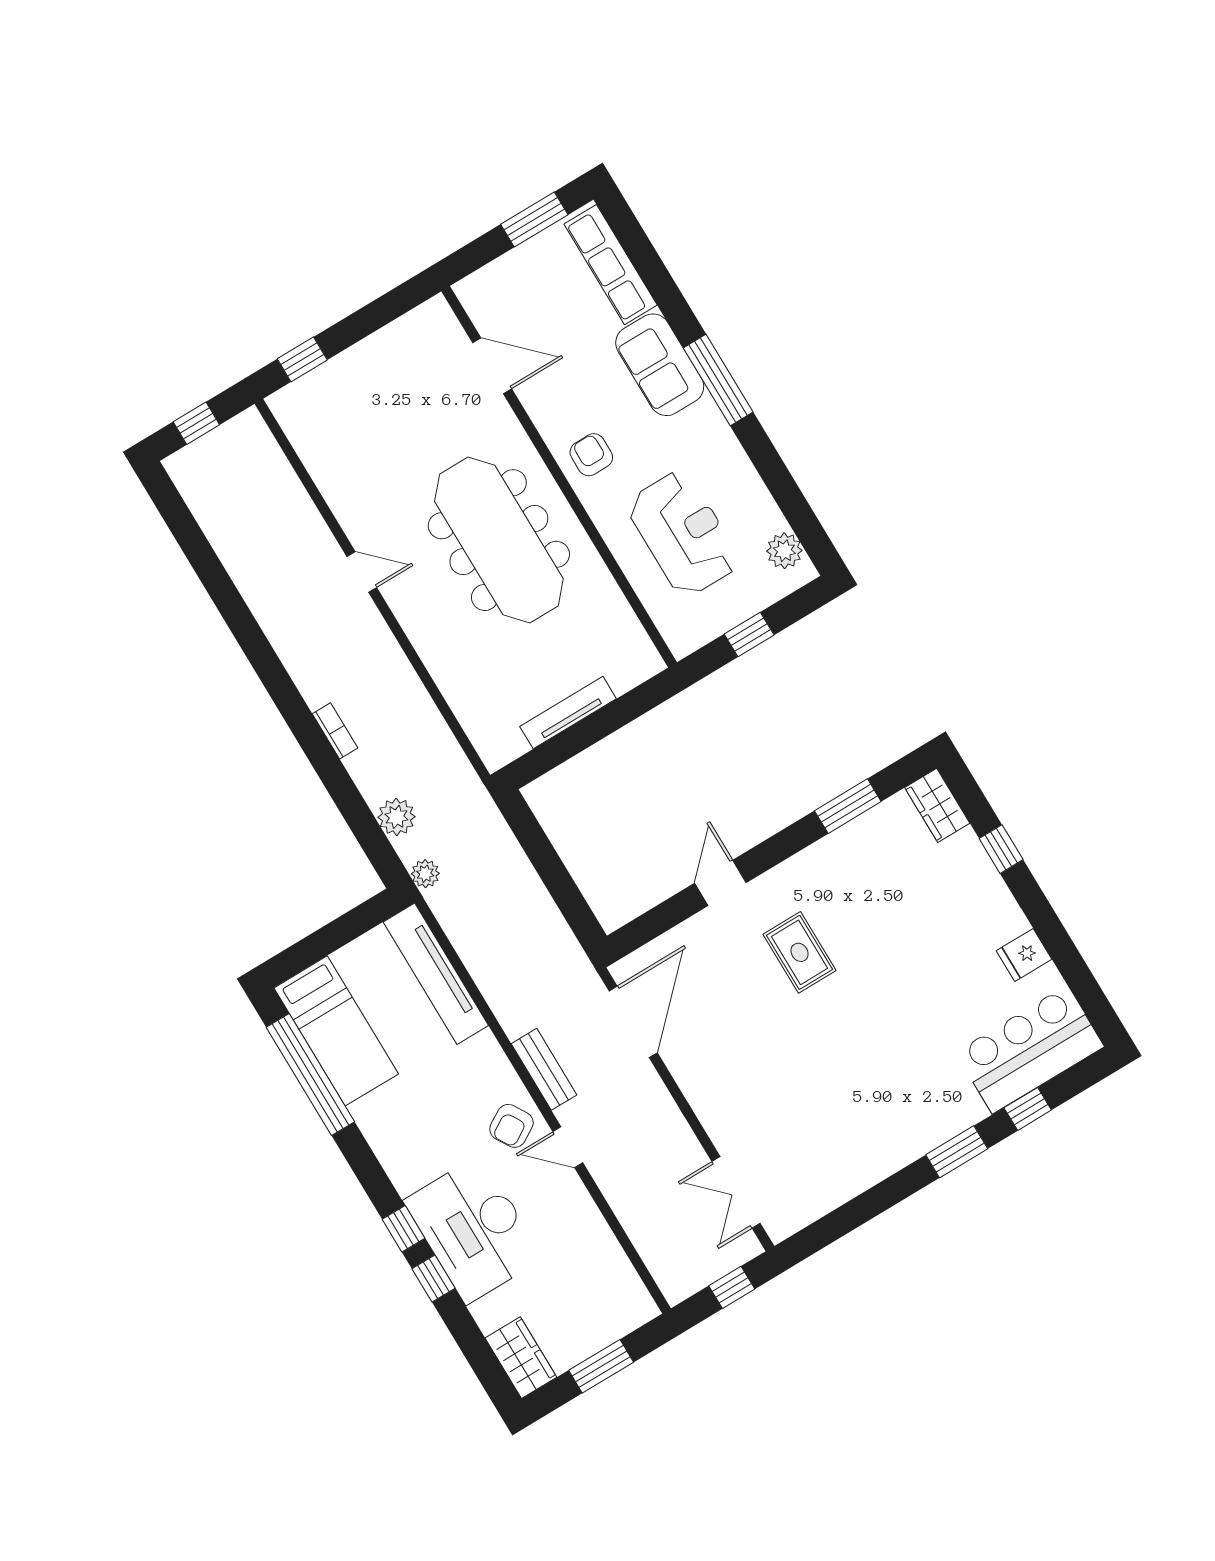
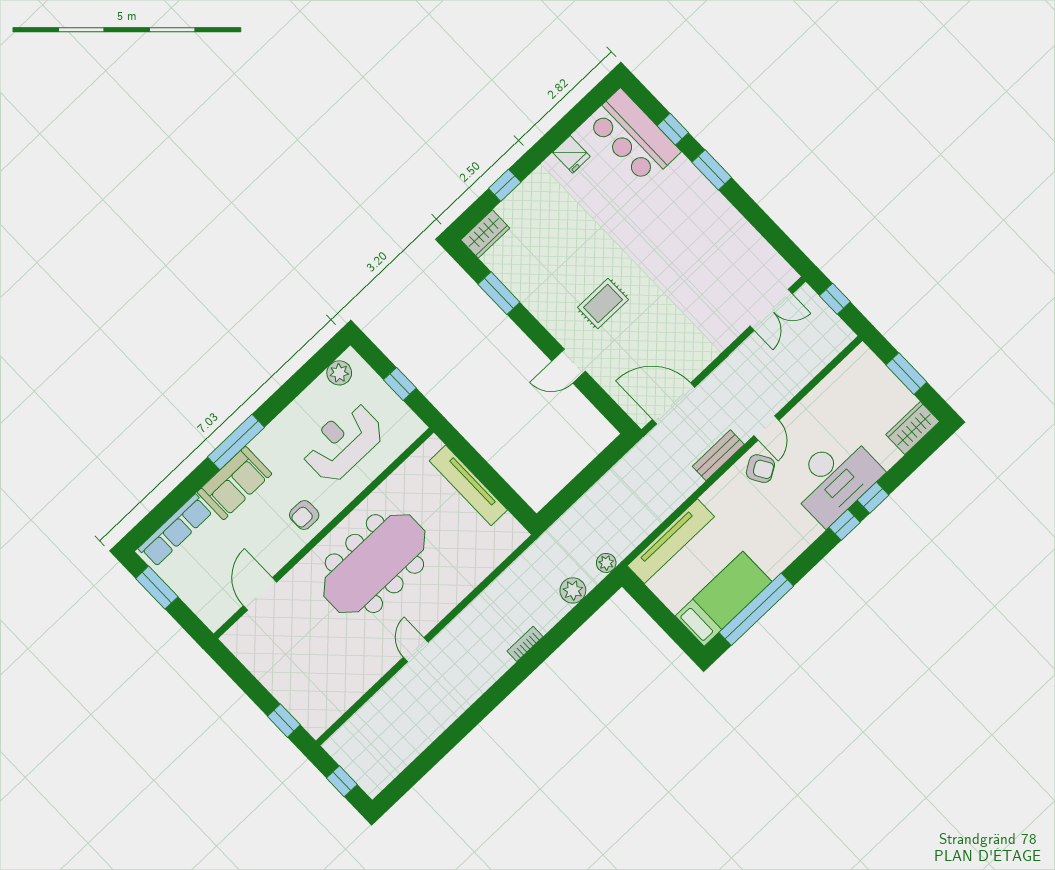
tv unit: (568, 713) -> (468, 485), width x1.36, depth x1.29

